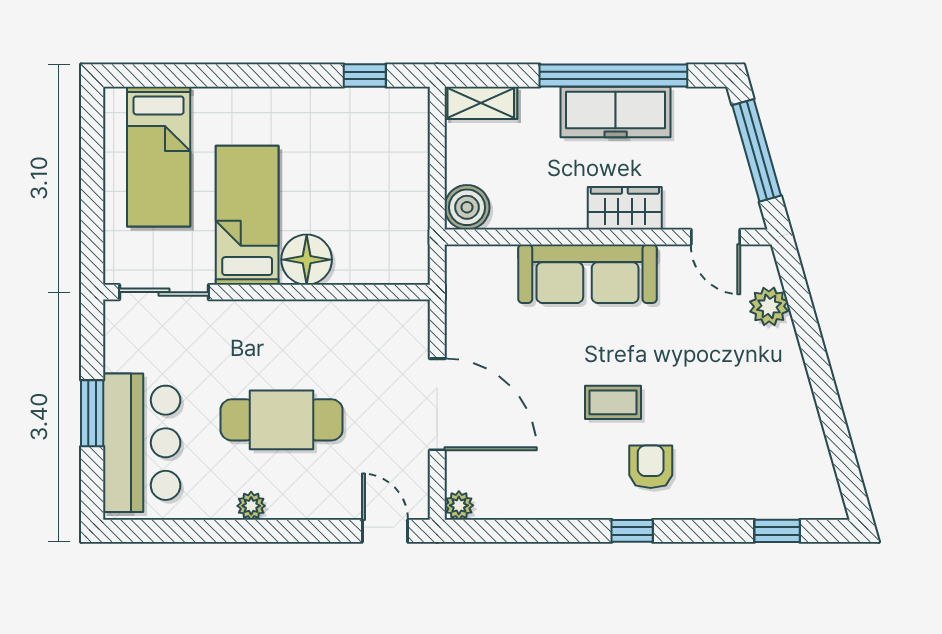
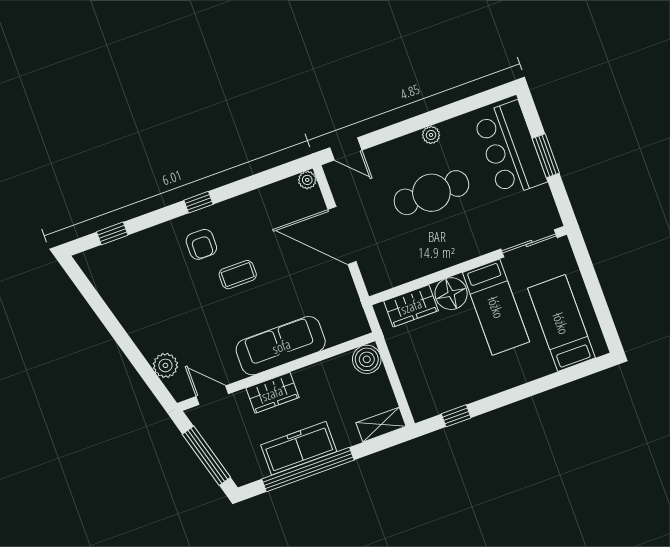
wardrobe: (373, 263) -> (411, 306), added

